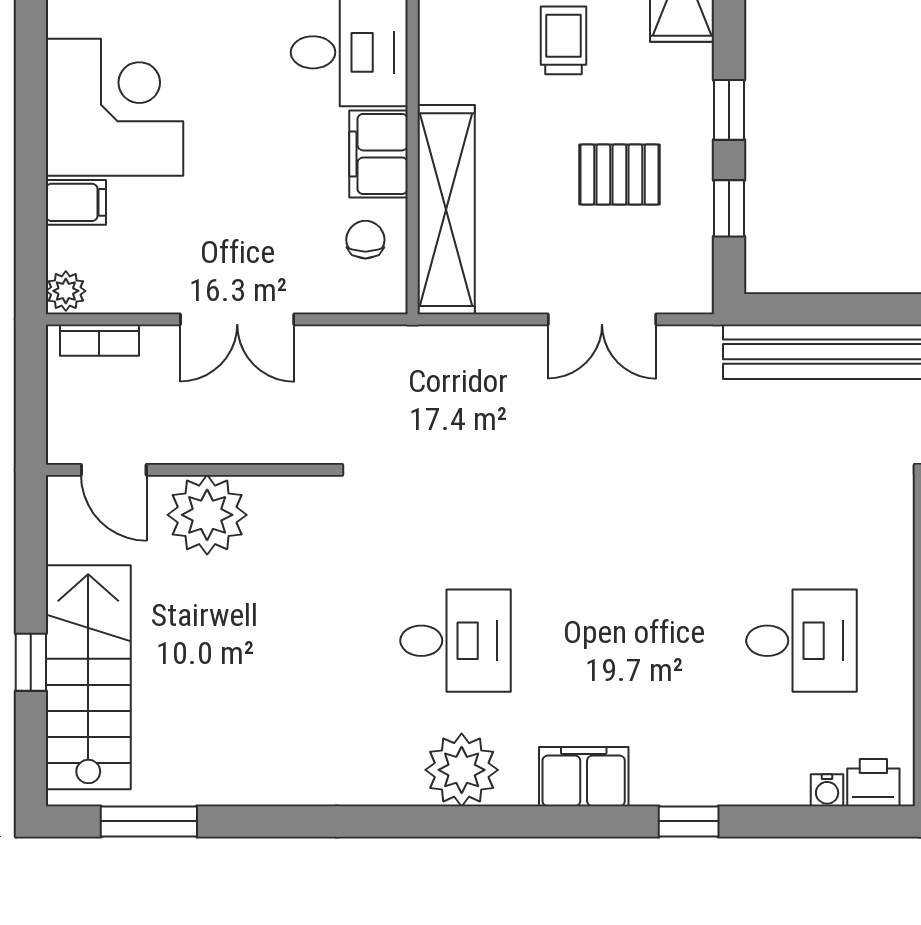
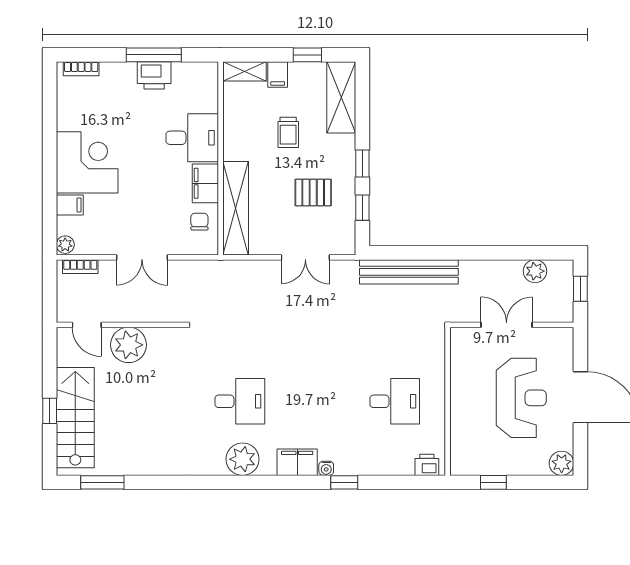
trolley: (564, 40) -> (288, 132), turned 180
water cooler: (827, 790) -> (326, 468), moved

